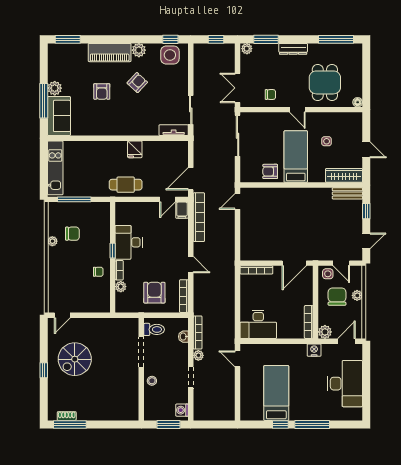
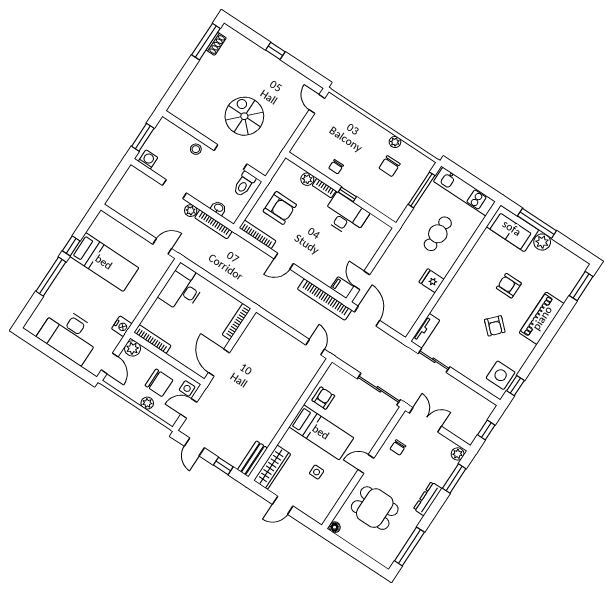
plant: (139, 50) -> (525, 348), removed
cafe table: (126, 185) -> (438, 234), moved
spiral stairs: (75, 359) -> (244, 116), moved

